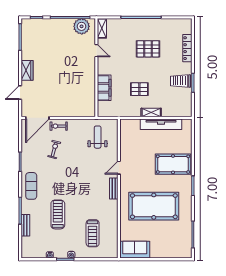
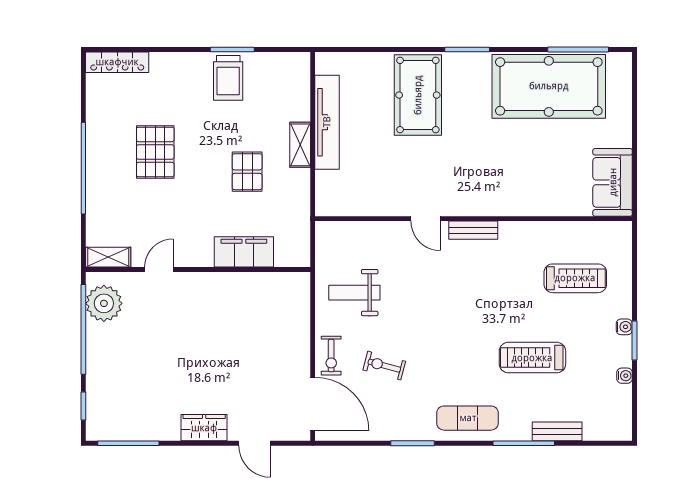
locker: (187, 48) -> (117, 62), moved
weight bench: (98, 137) -> (354, 293), moved
pool table: (154, 206) -> (549, 86), moved, turned 90

